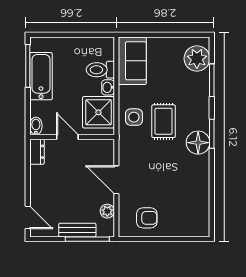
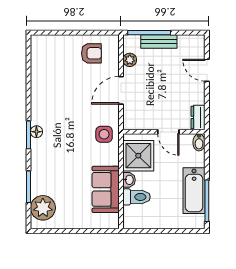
sofa: (132, 61) -> (106, 189), moved
side table: (134, 117) -> (104, 134), moved
rug: (164, 121) -> (75, 147), removed
floor lamp: (198, 143) -> (36, 132), width x0.53, depth x0.53
door: (116, 180) -> (121, 90), swing flipped
door: (28, 217) -> (207, 70), moved
armchair: (147, 218) -> (91, 53), turned 180

